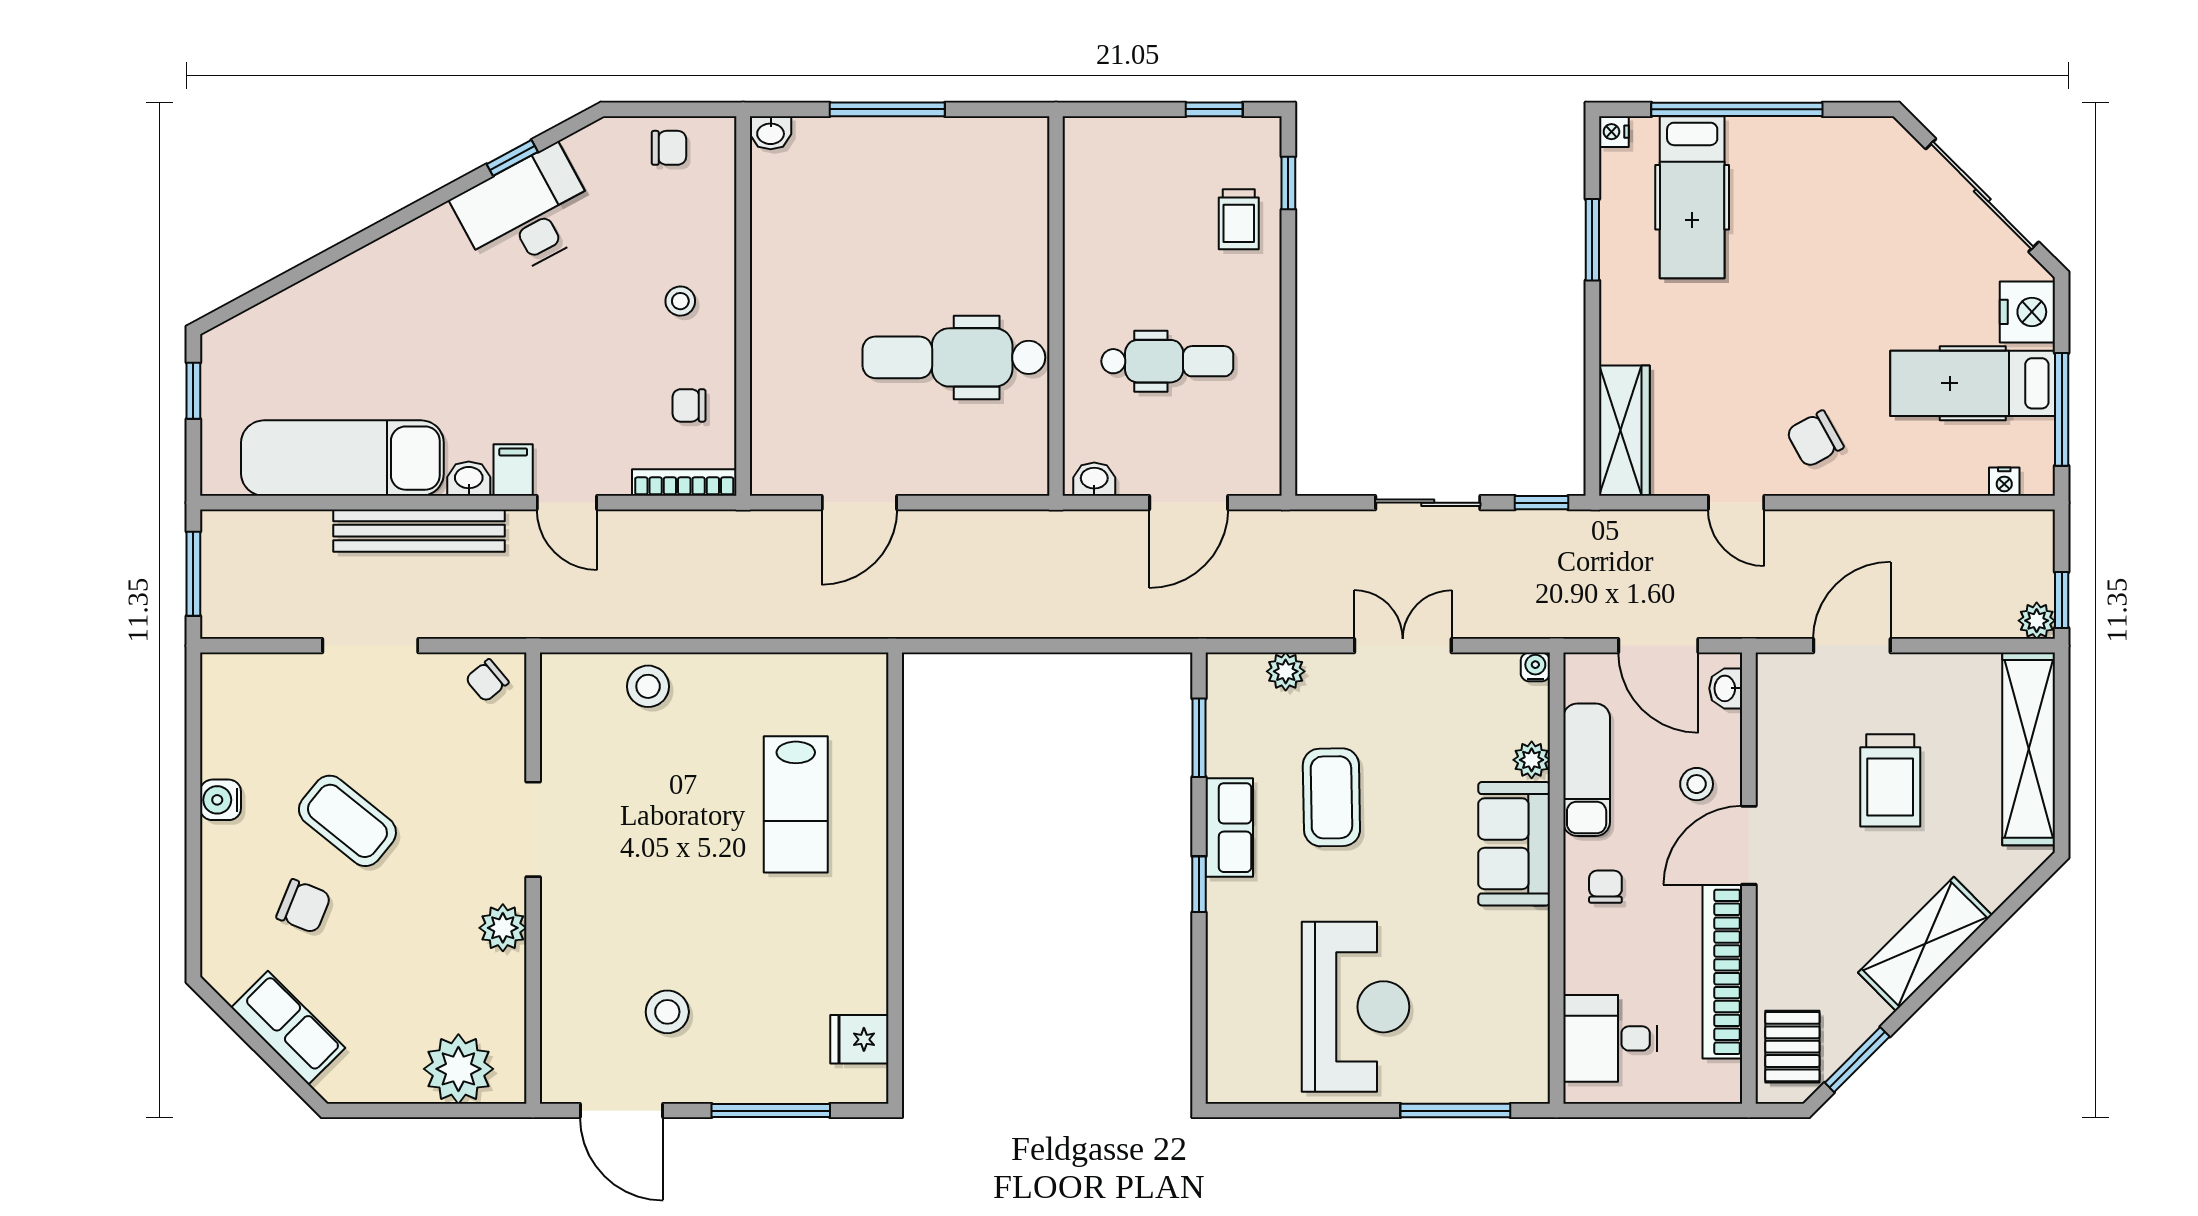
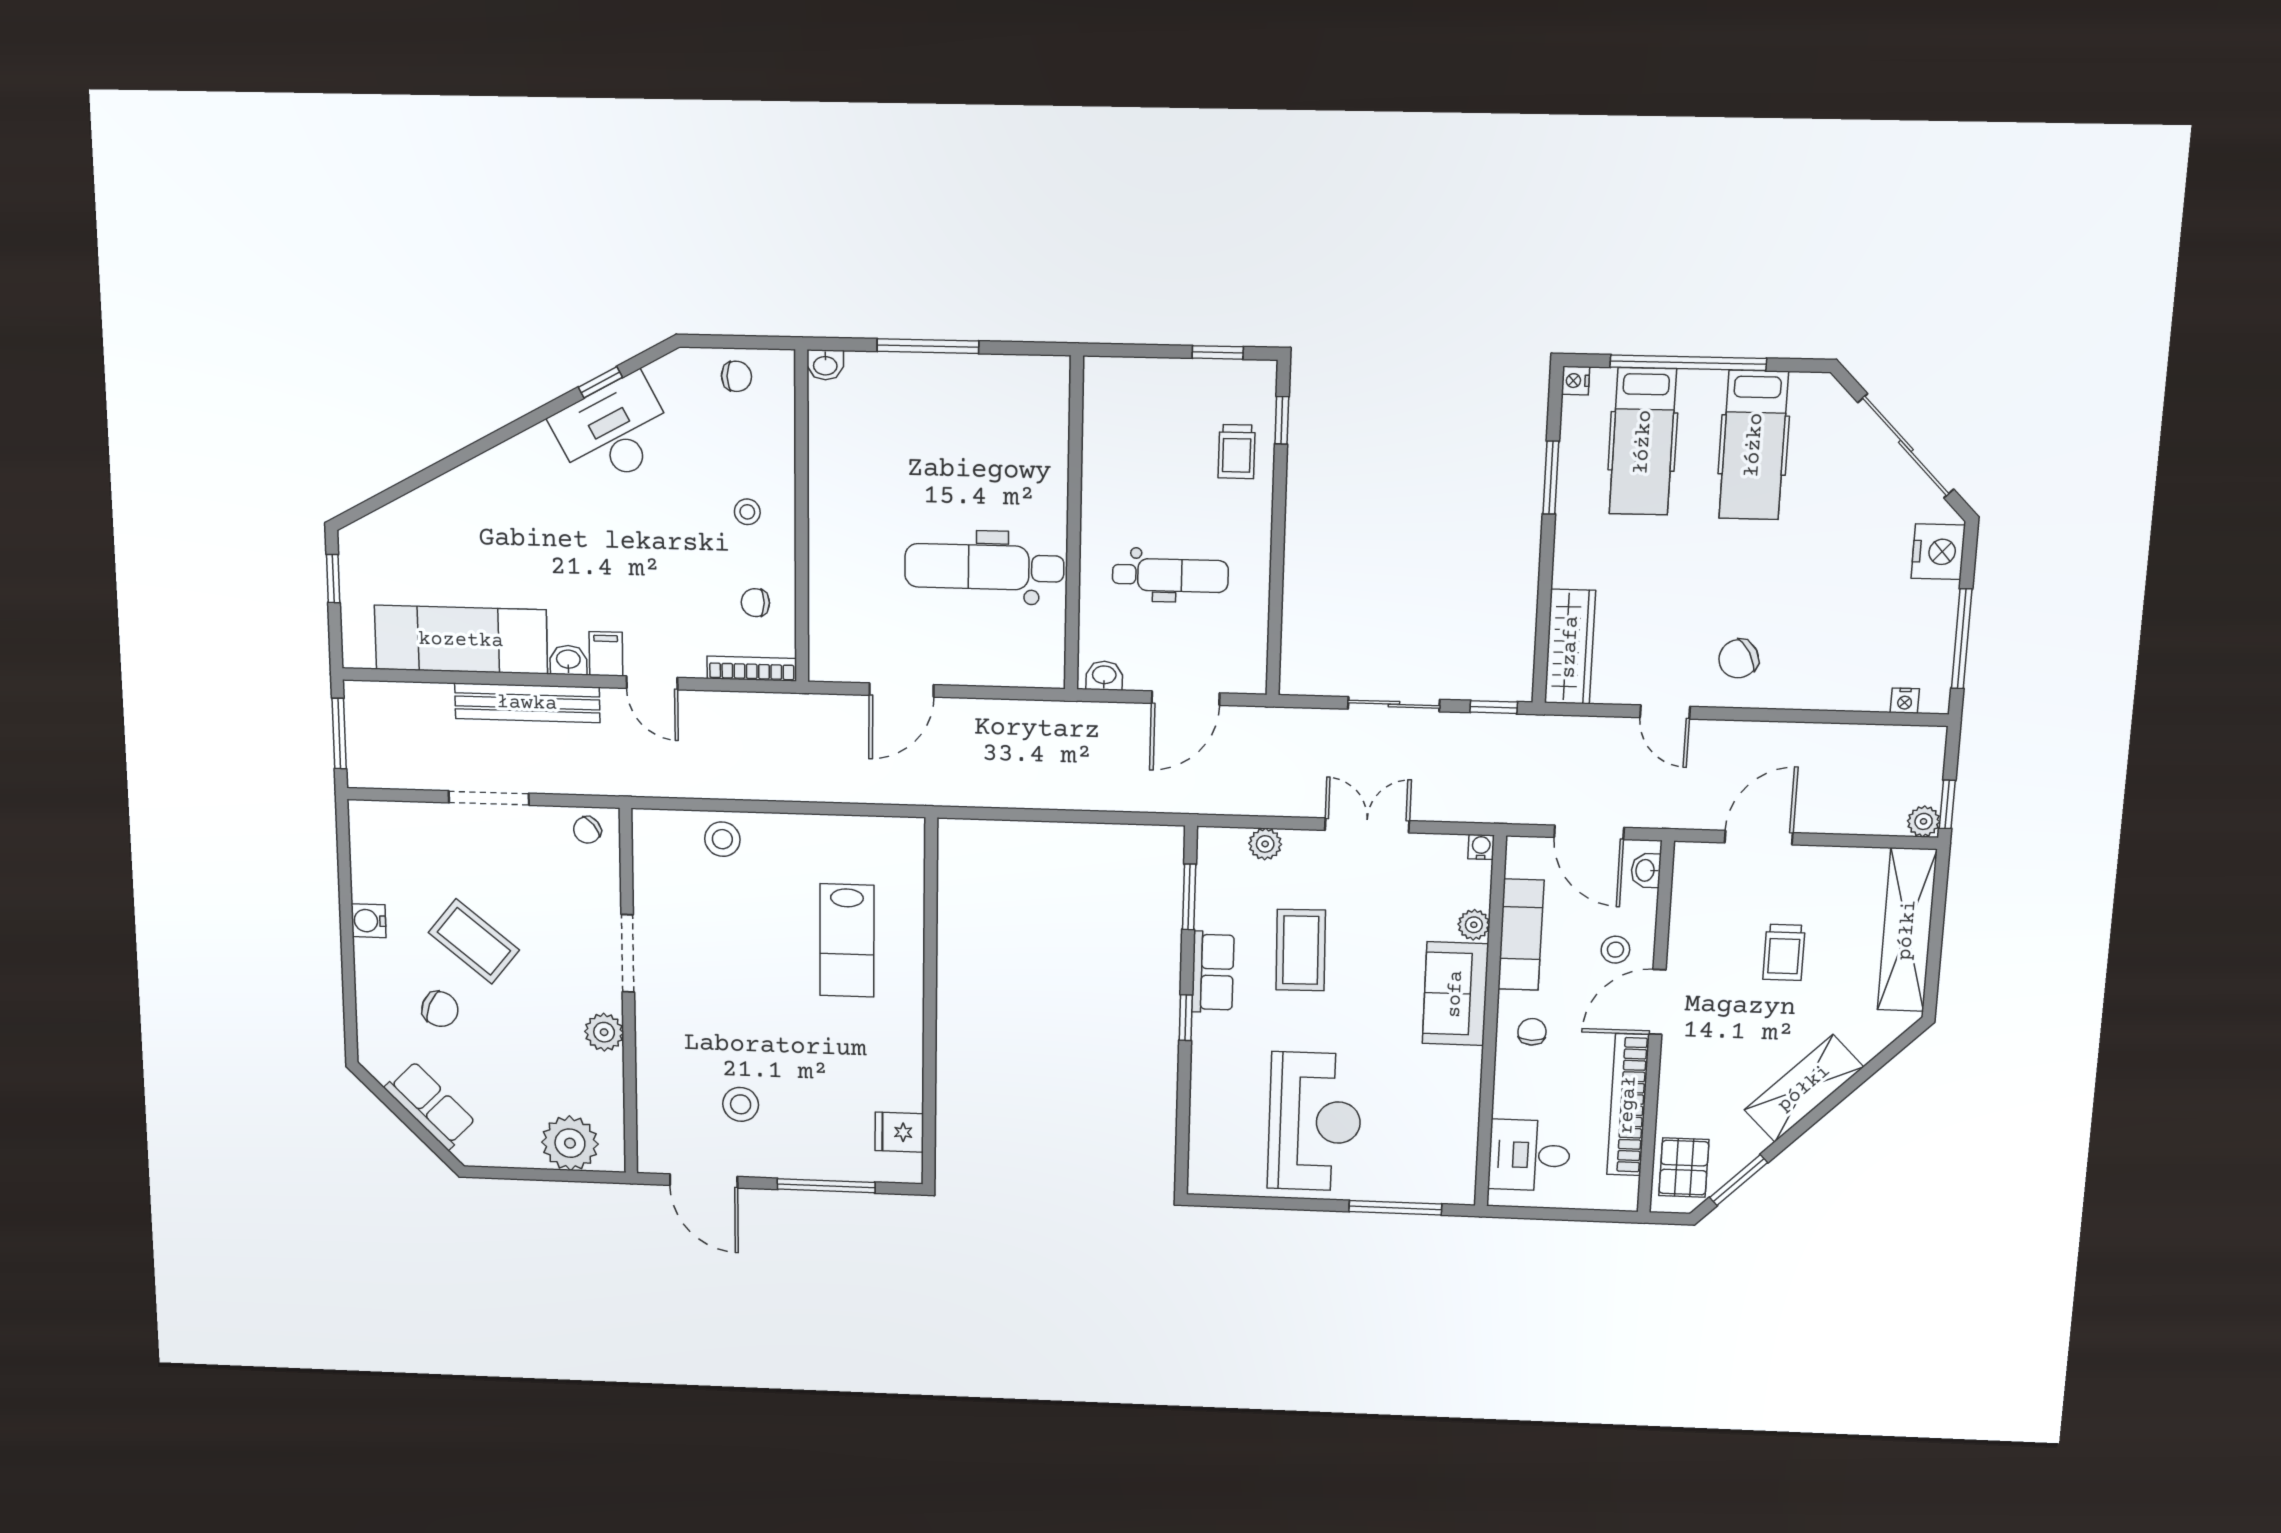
hospital bed: (1973, 383) -> (1754, 445), moved, turned -90
trolley: (1890, 780) -> (1784, 952), width x0.73, depth x0.72

